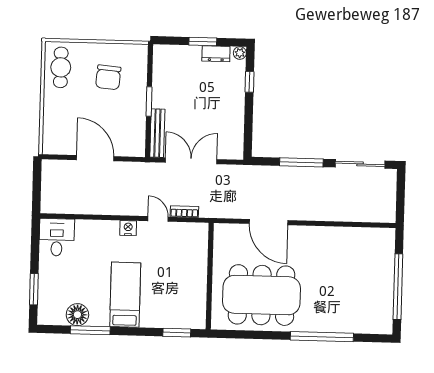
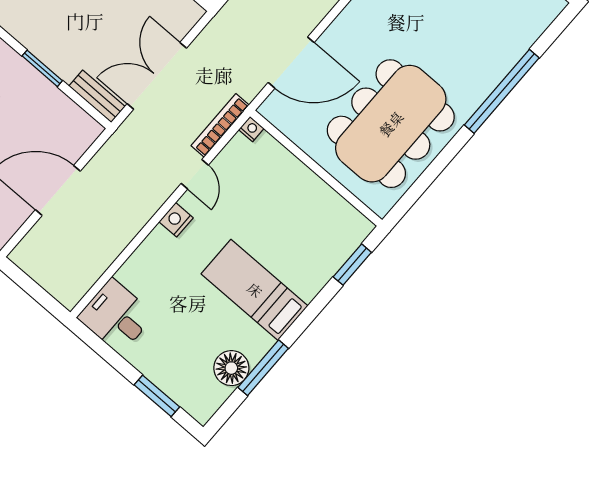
bench: (157, 133) -> (97, 96), width x0.73
bookcase: (184, 212) -> (220, 125), width x1.56
door: (158, 219) -> (195, 174), swing flipped
door: (268, 222) -> (291, 63), moved
nightstand: (203, 229) -> (251, 129), added

